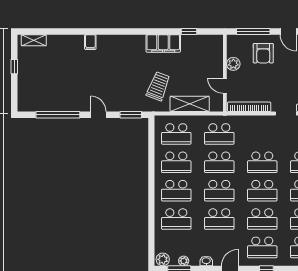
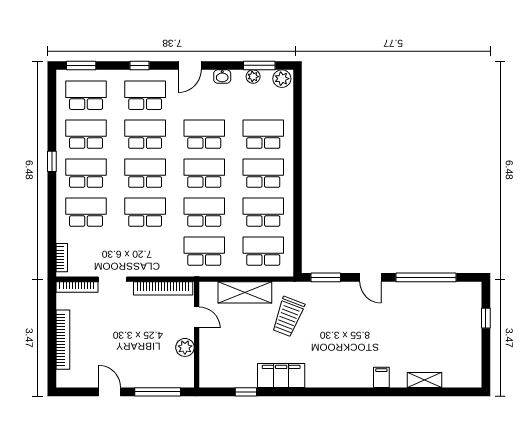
shelving: (34, 40) -> (425, 380), moved
armchair: (263, 53) -> (144, 362), removed
window: (14, 67) -> (486, 318), moved

